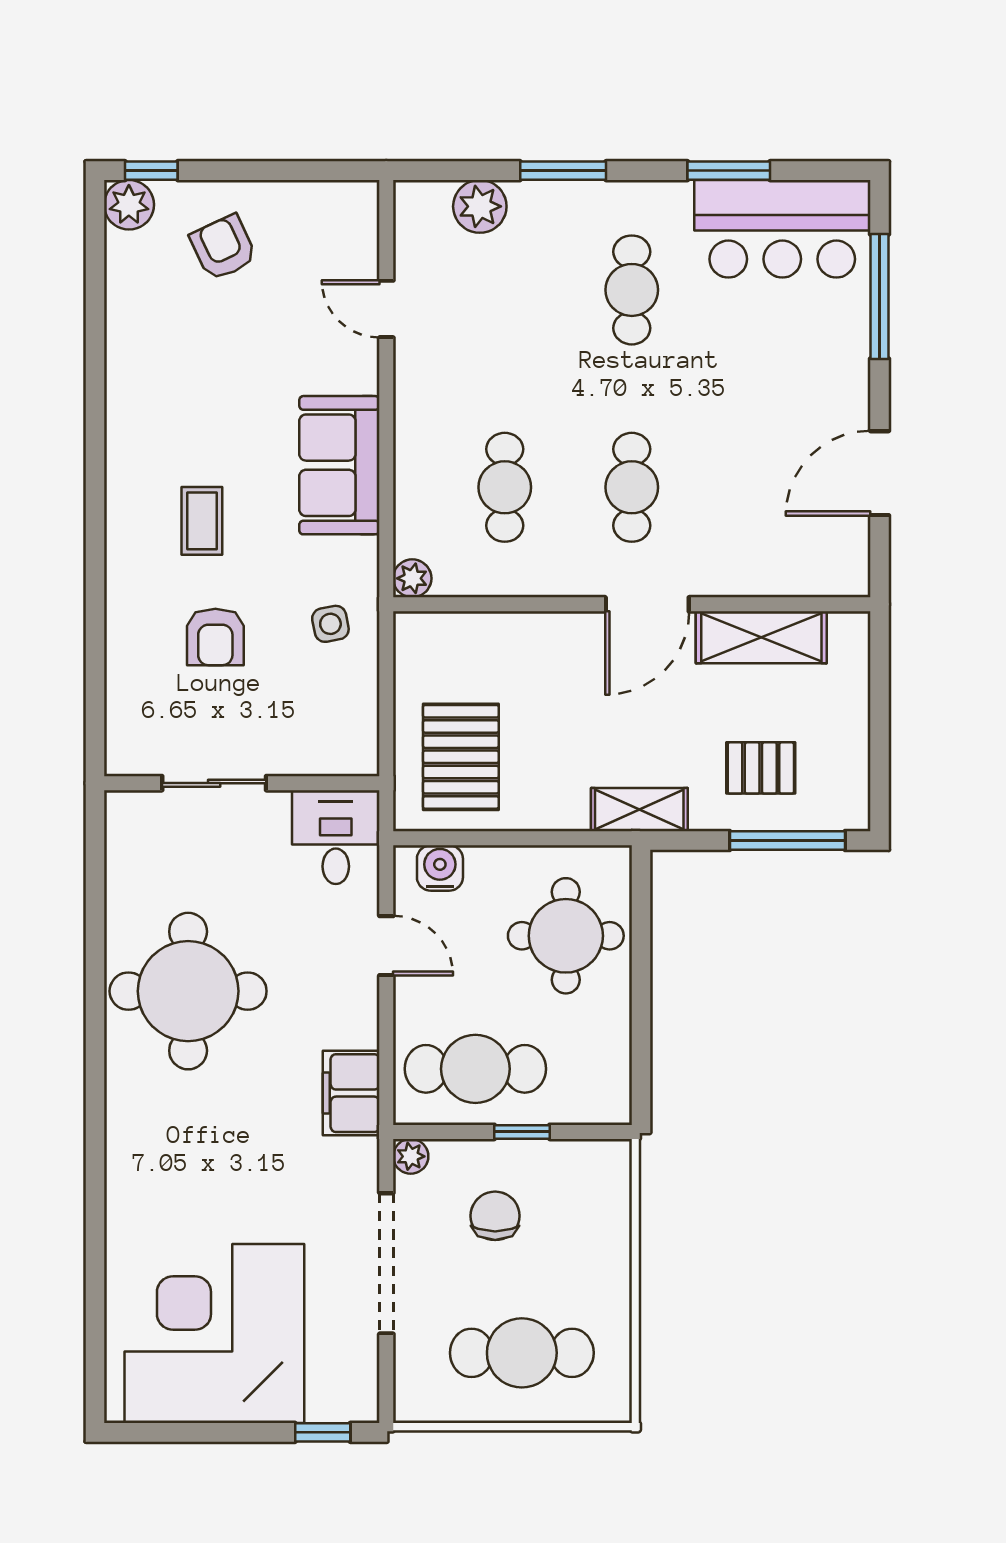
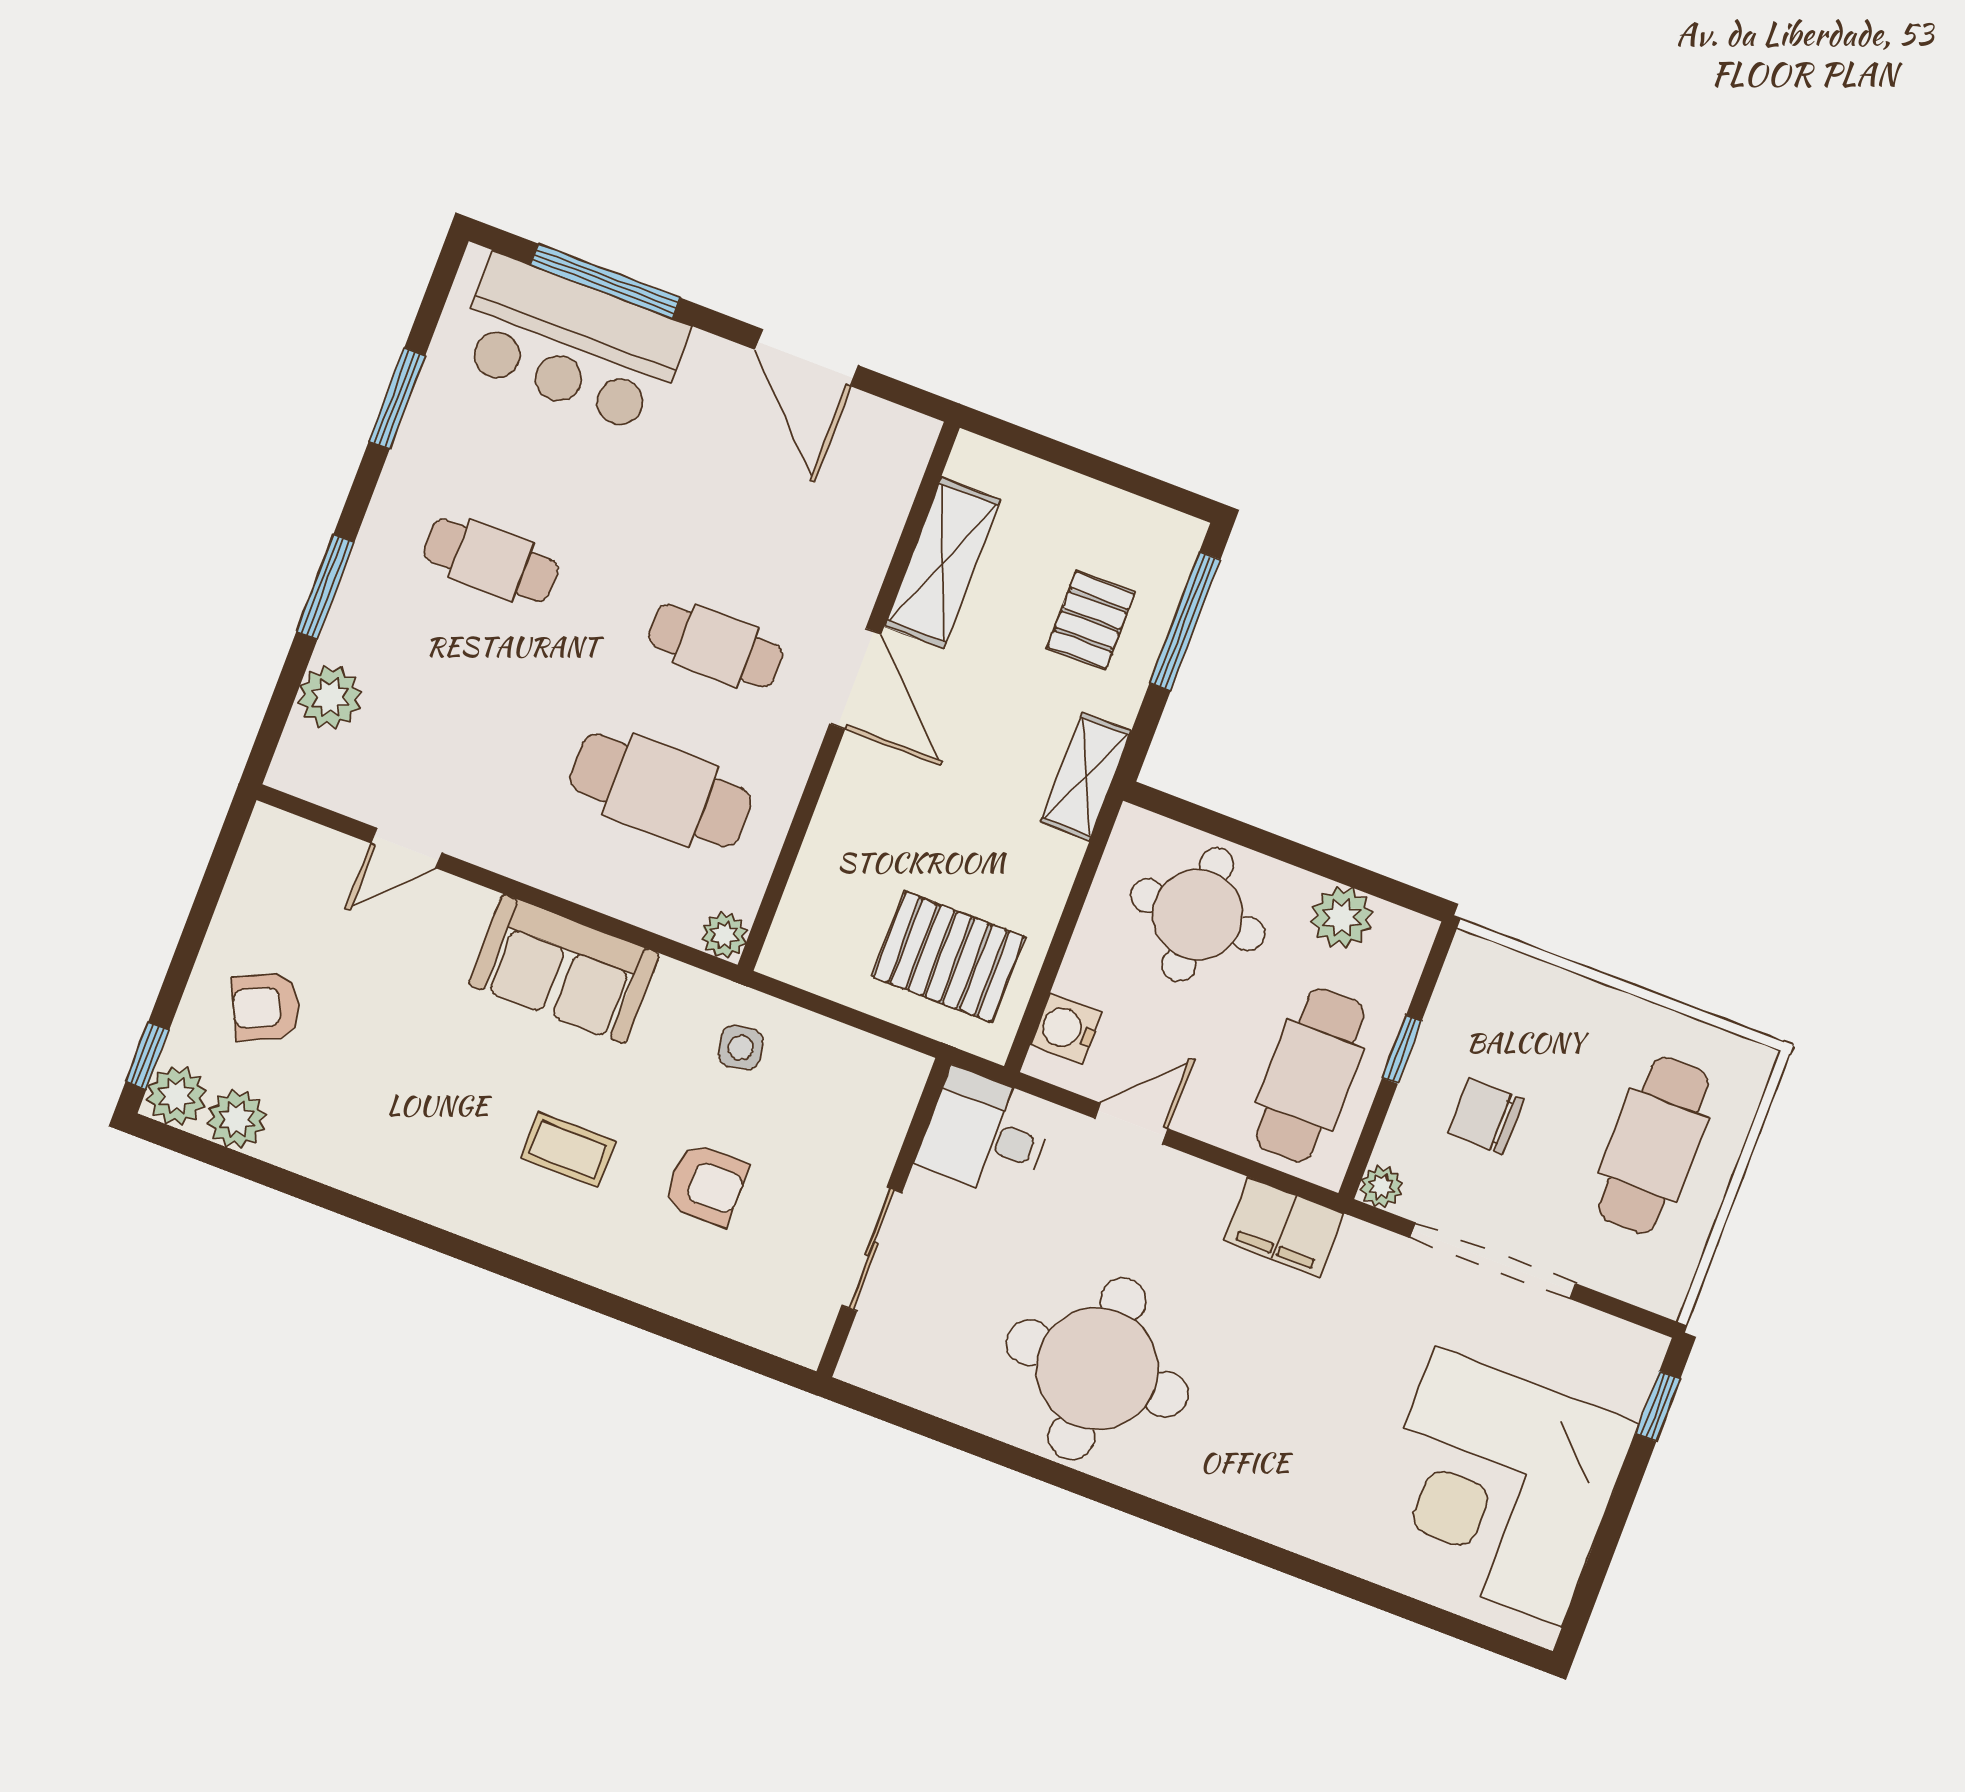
bar counter: (782, 229) -> (572, 344), moved, turned 90
plant: (129, 258) -> (237, 1119), added
cafe table: (505, 487) -> (661, 790), width x1.37, depth x1.35
plant: (606, 1047) -> (1342, 917), added

